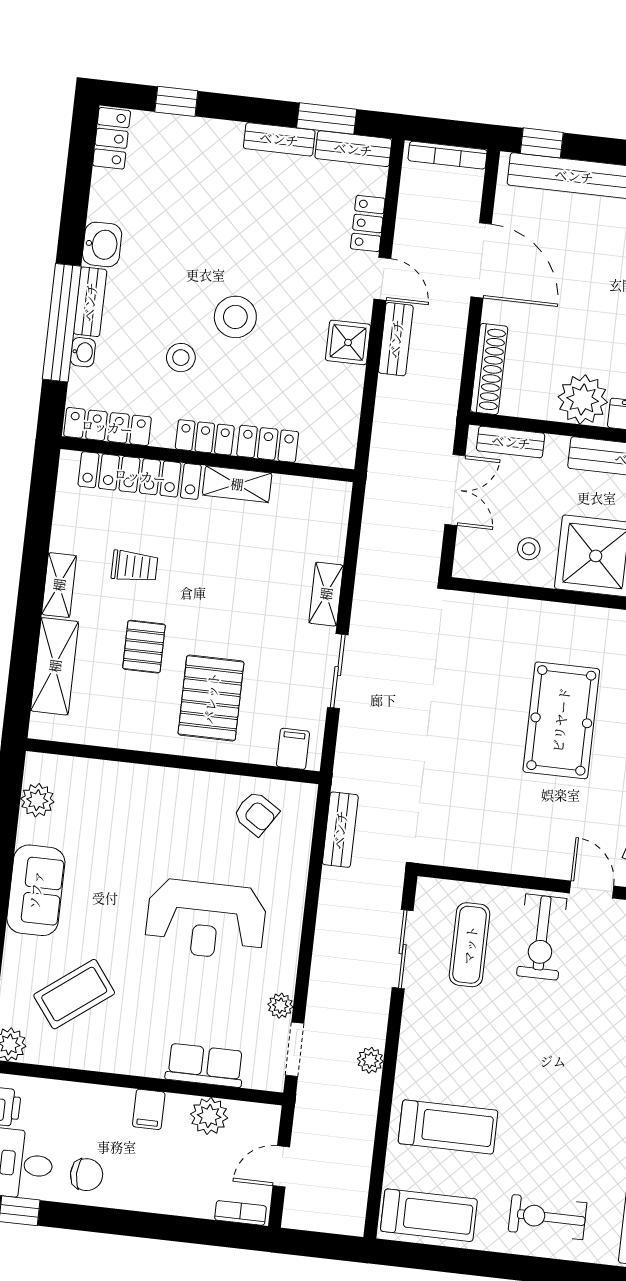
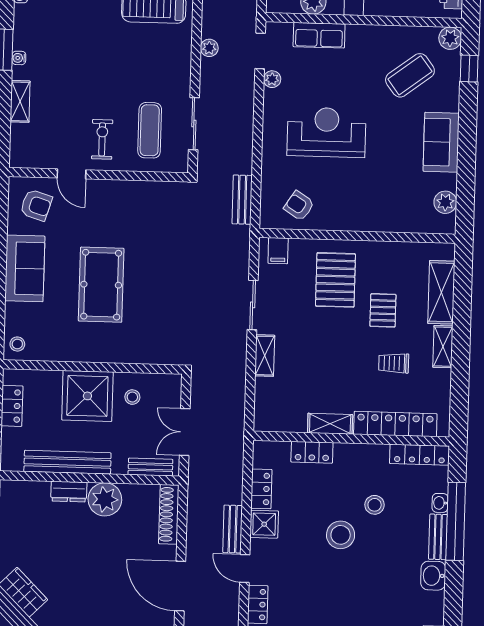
locker: (205, 437) -> (261, 489), moved, turned -90
exercise bike: (542, 937) -> (102, 139), width x0.73, depth x0.72

